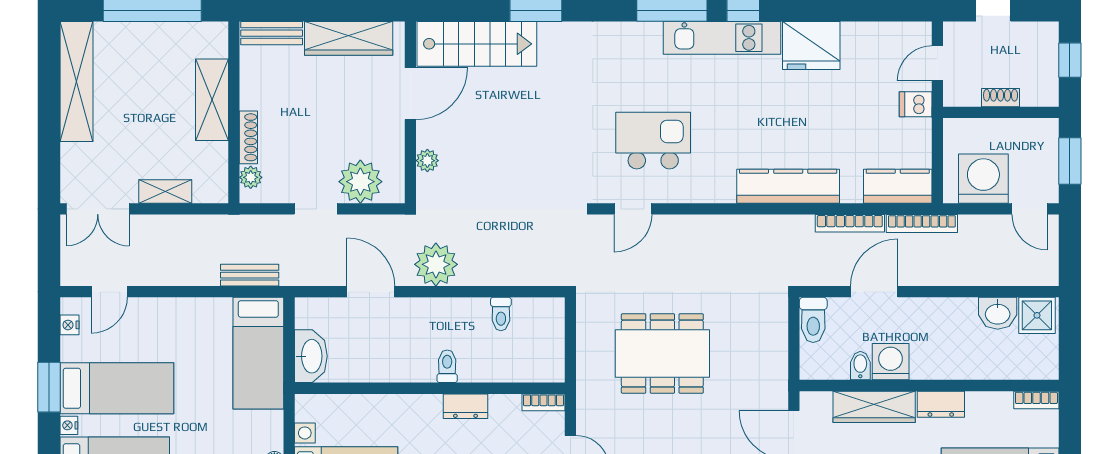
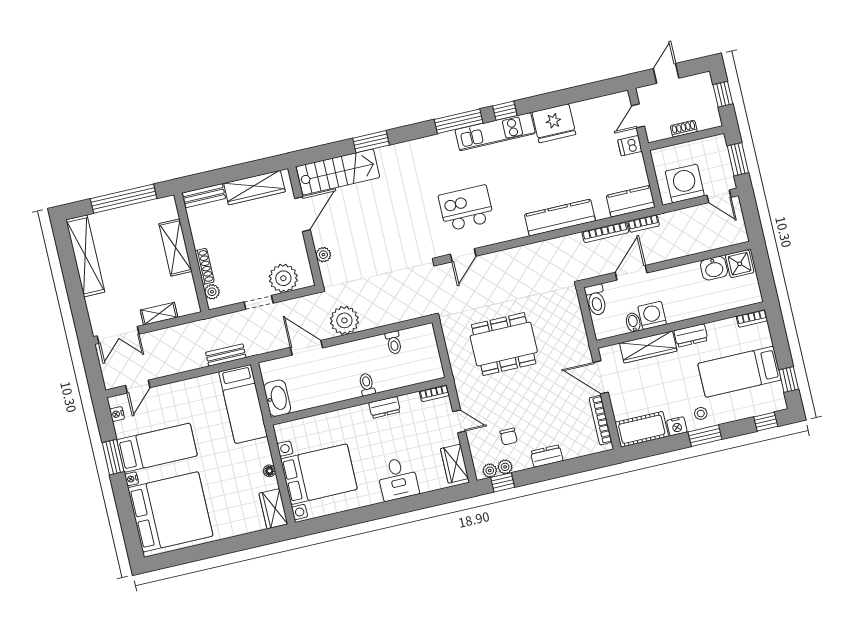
bookcase: (922, 223) -> (644, 224), width x0.64

